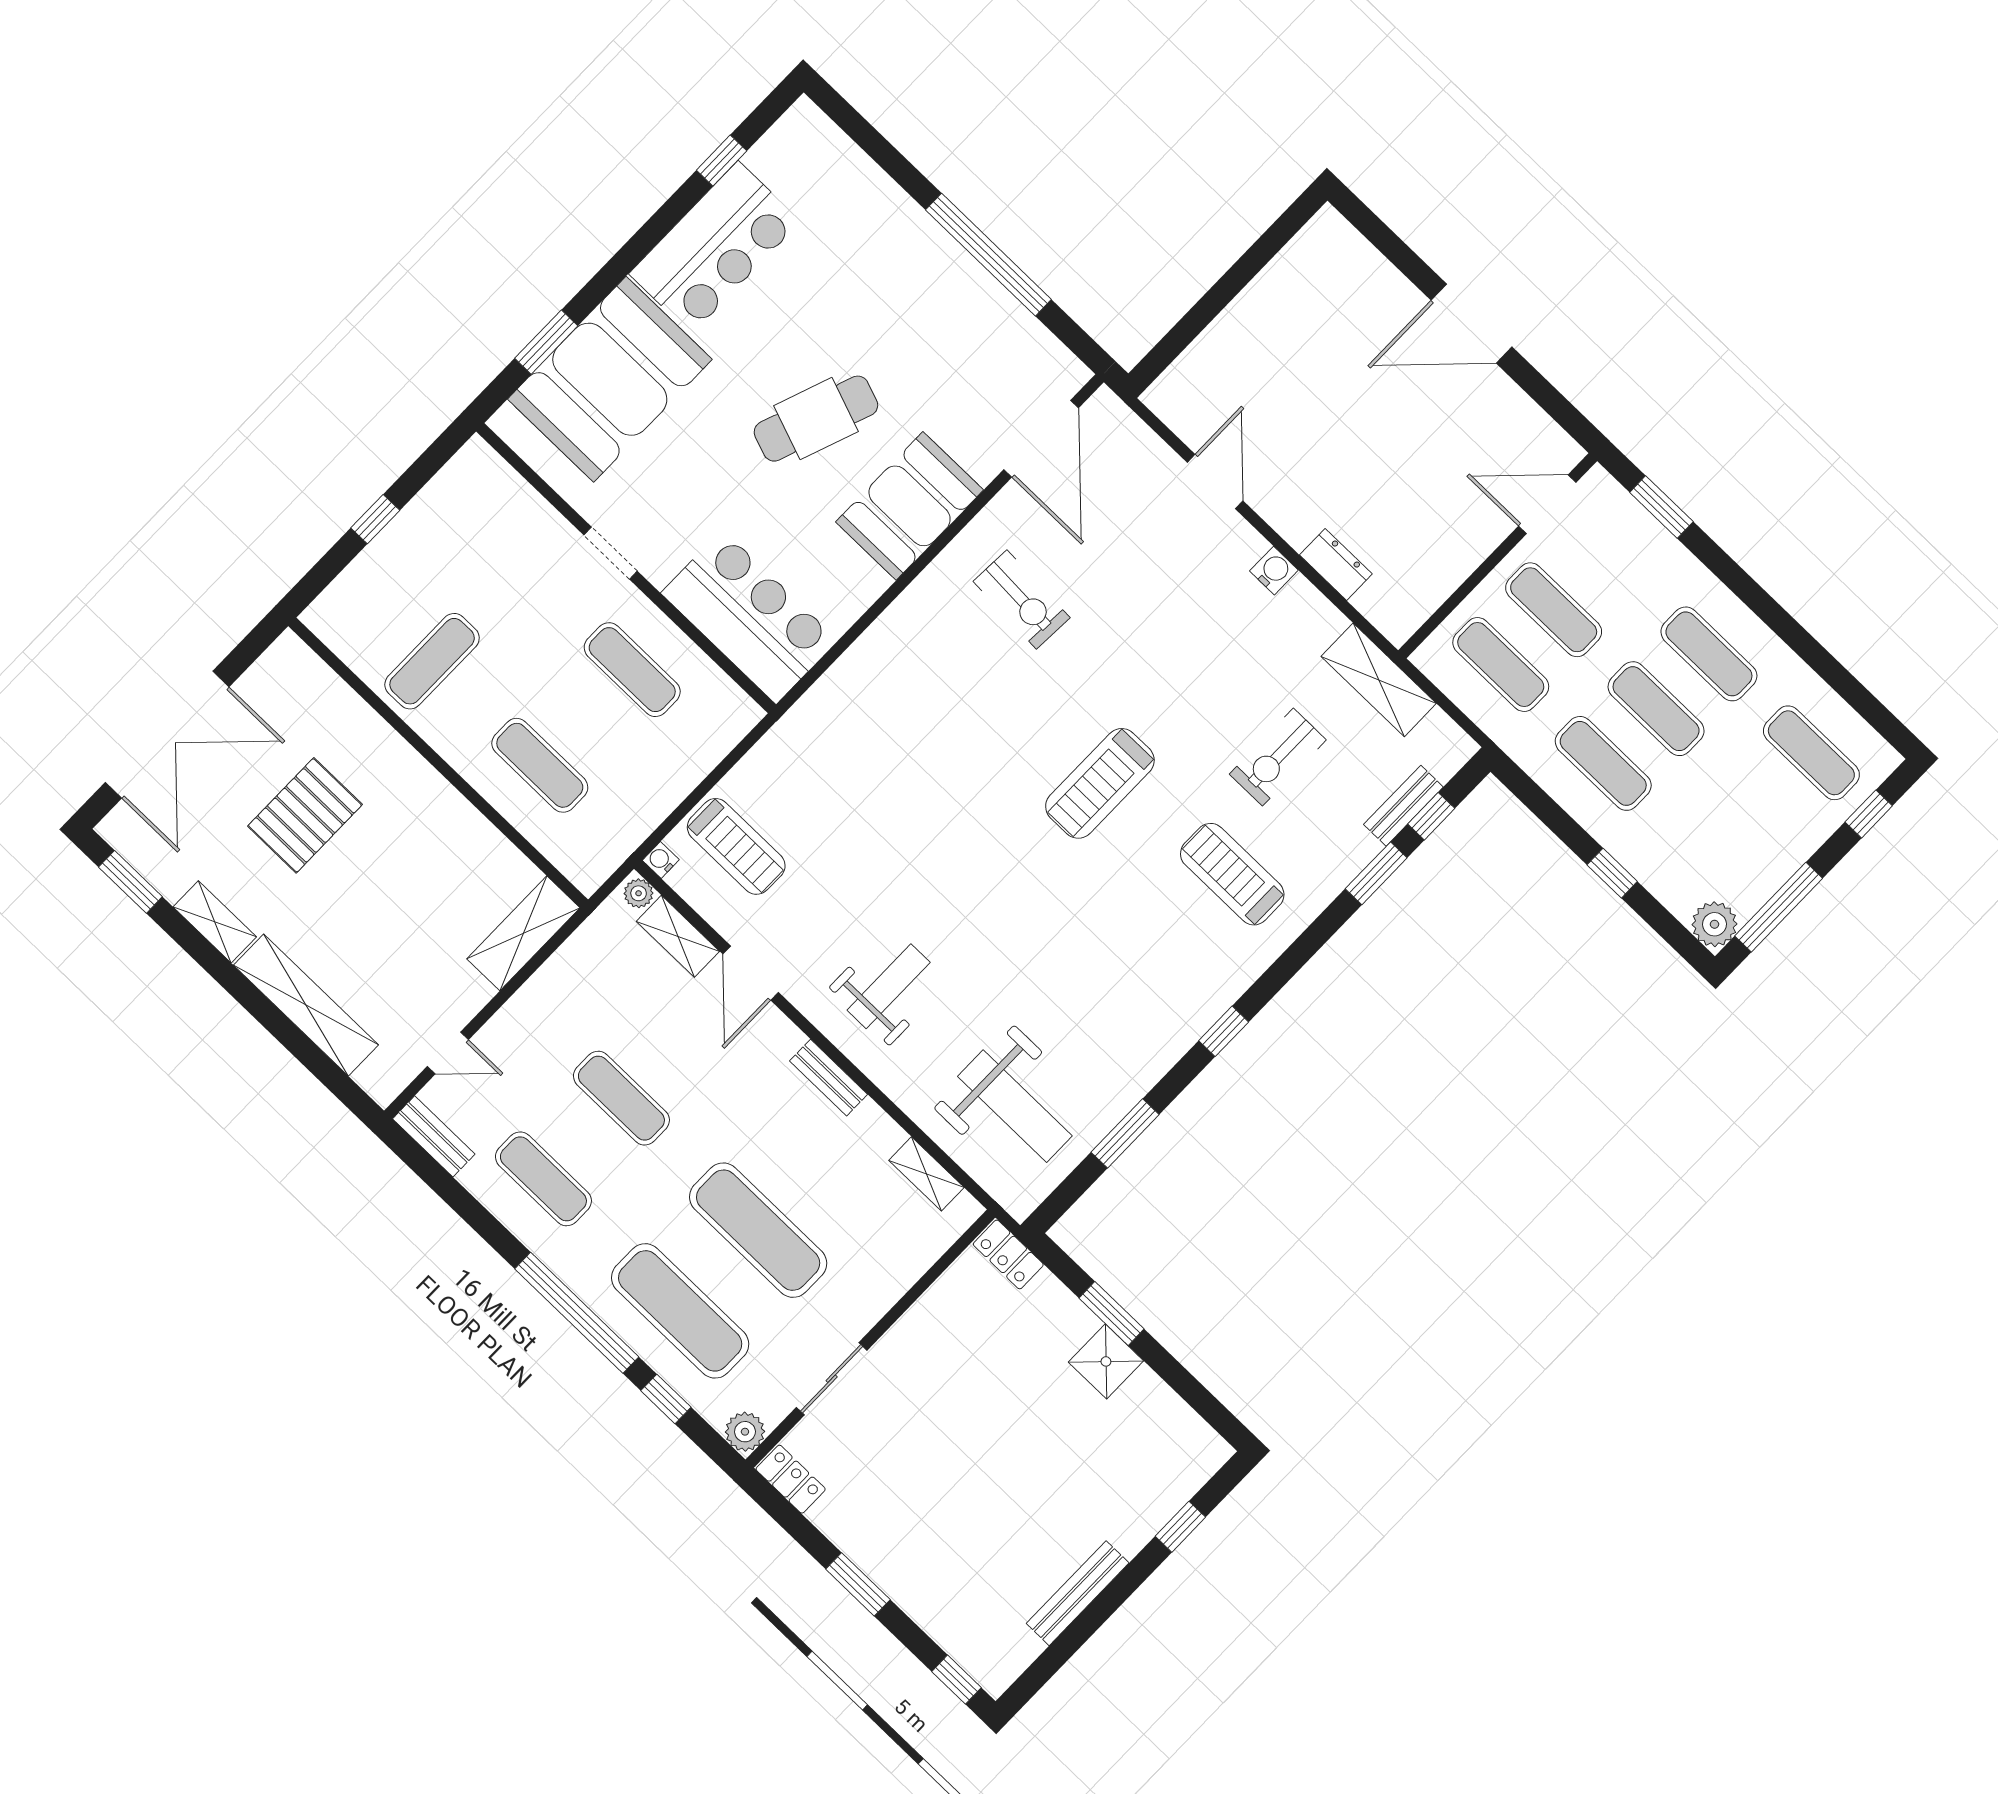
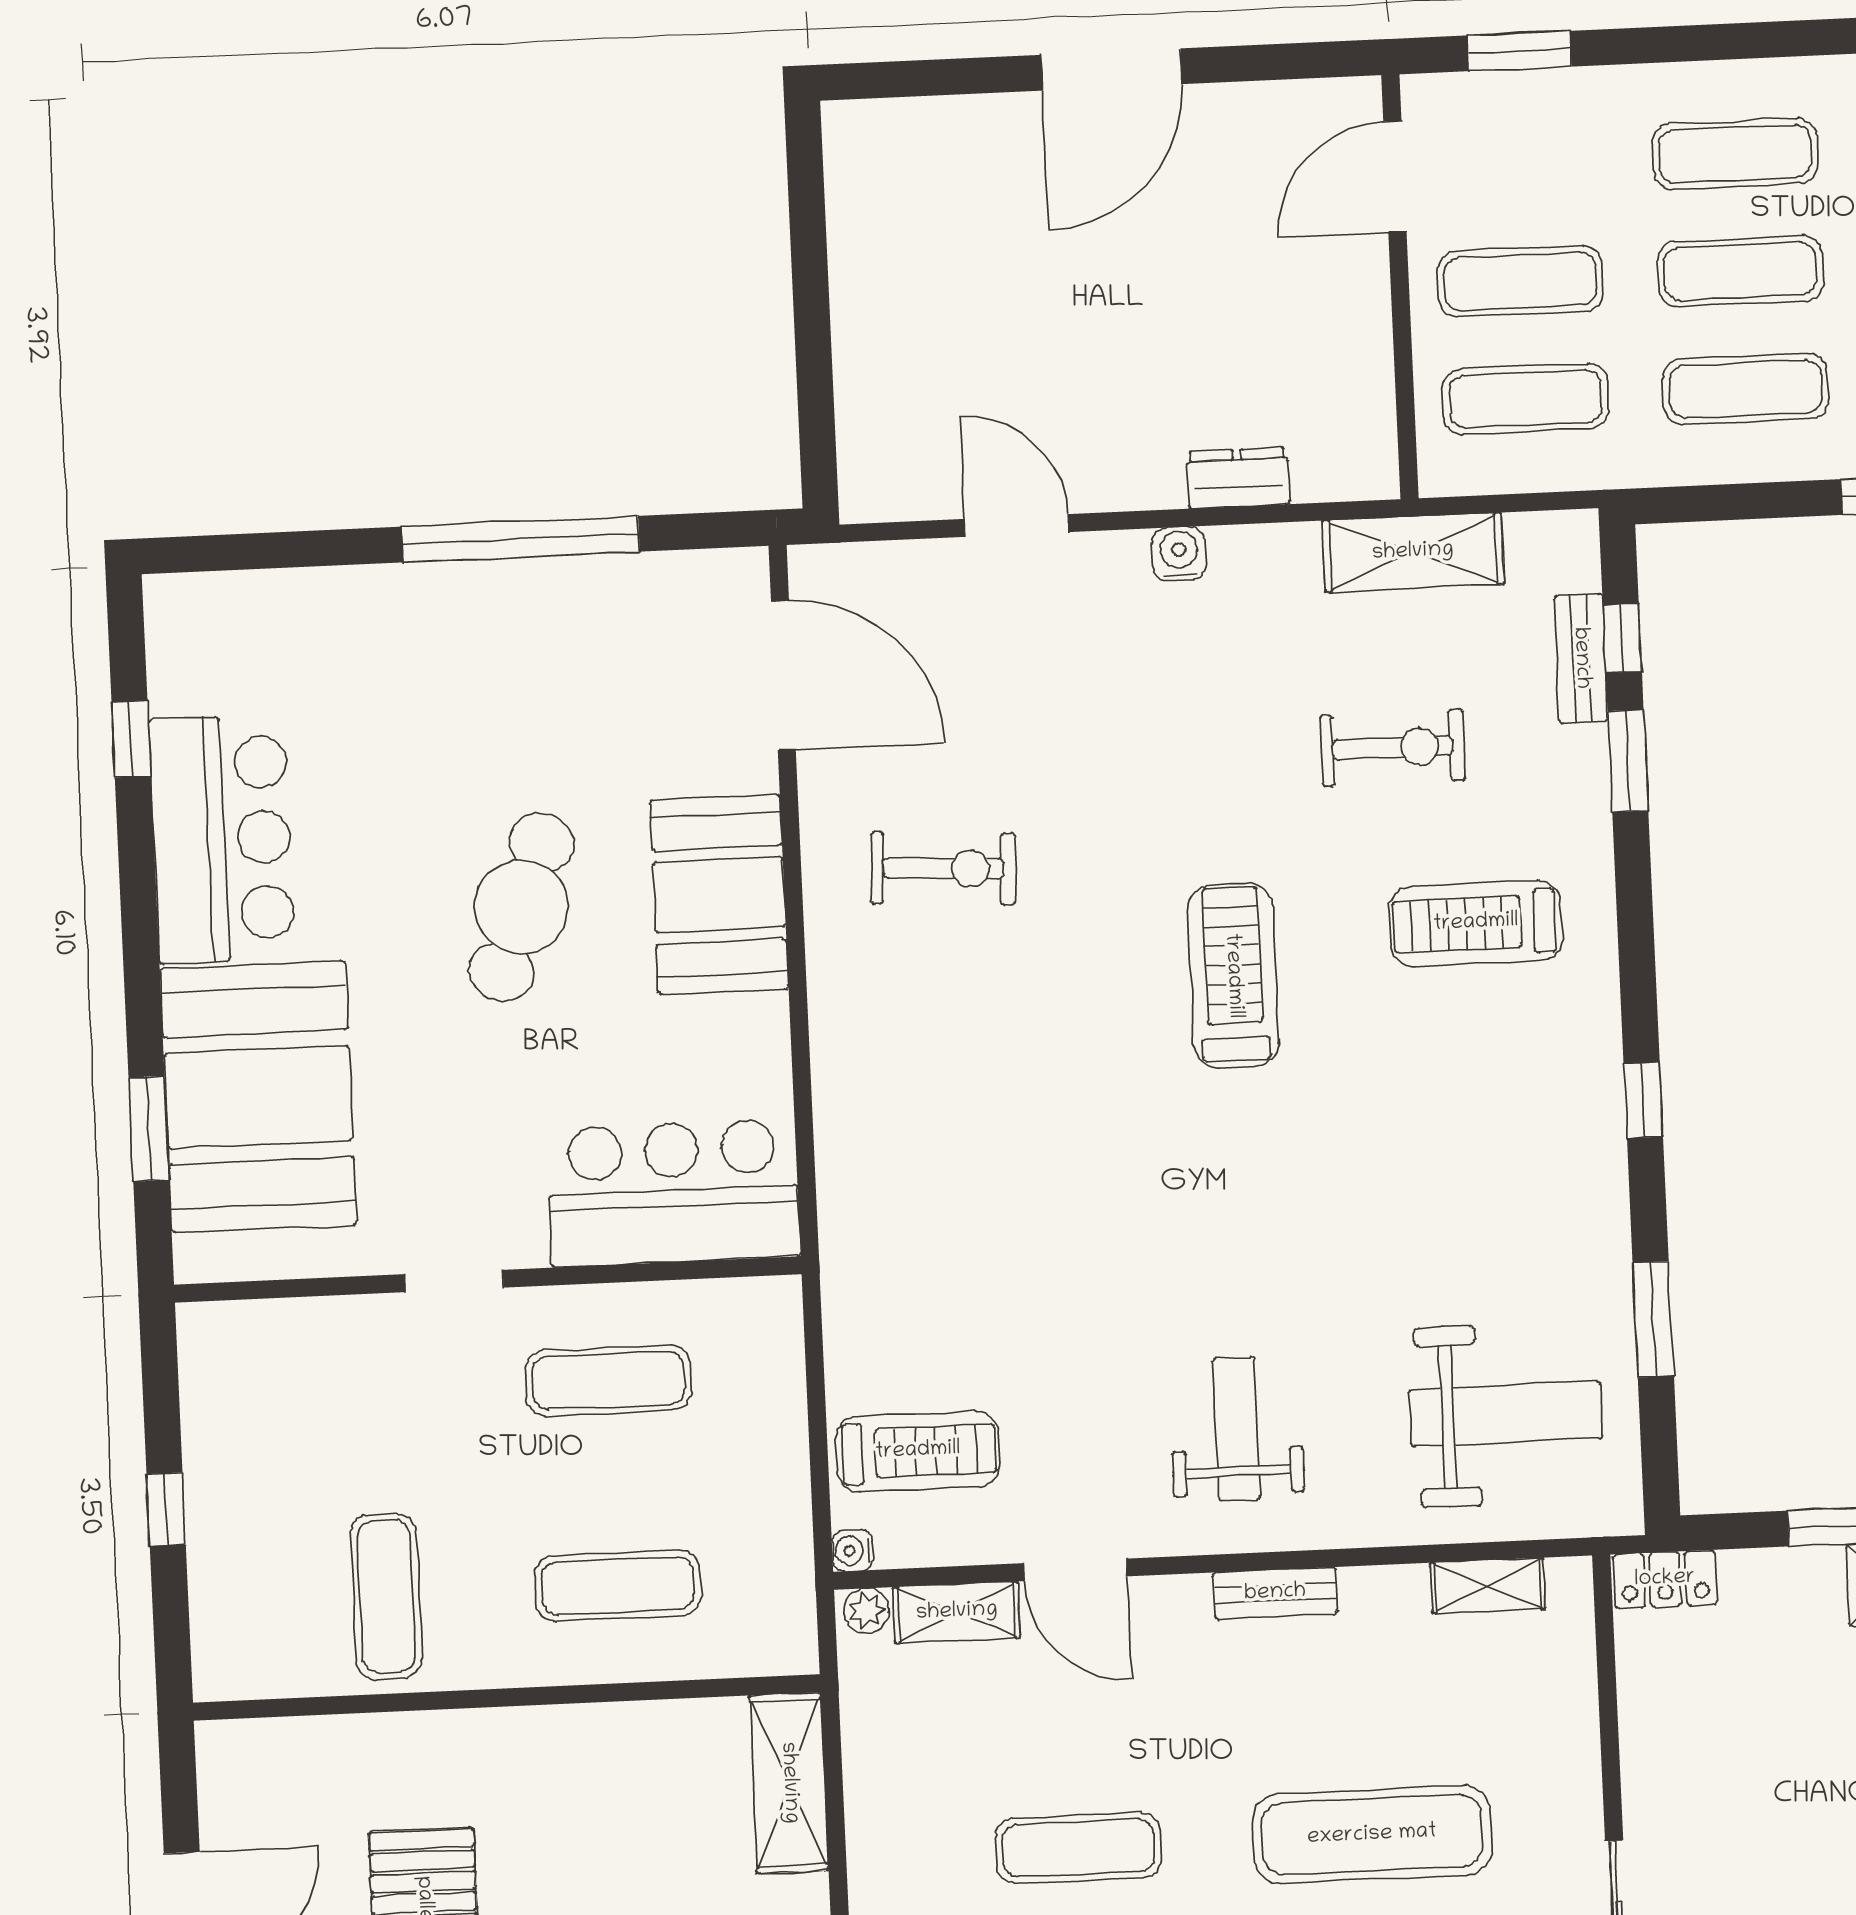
exercise bike: (1278, 757) -> (1393, 748), turned -90
treadmill: (1100, 783) -> (1233, 976), turned 180

